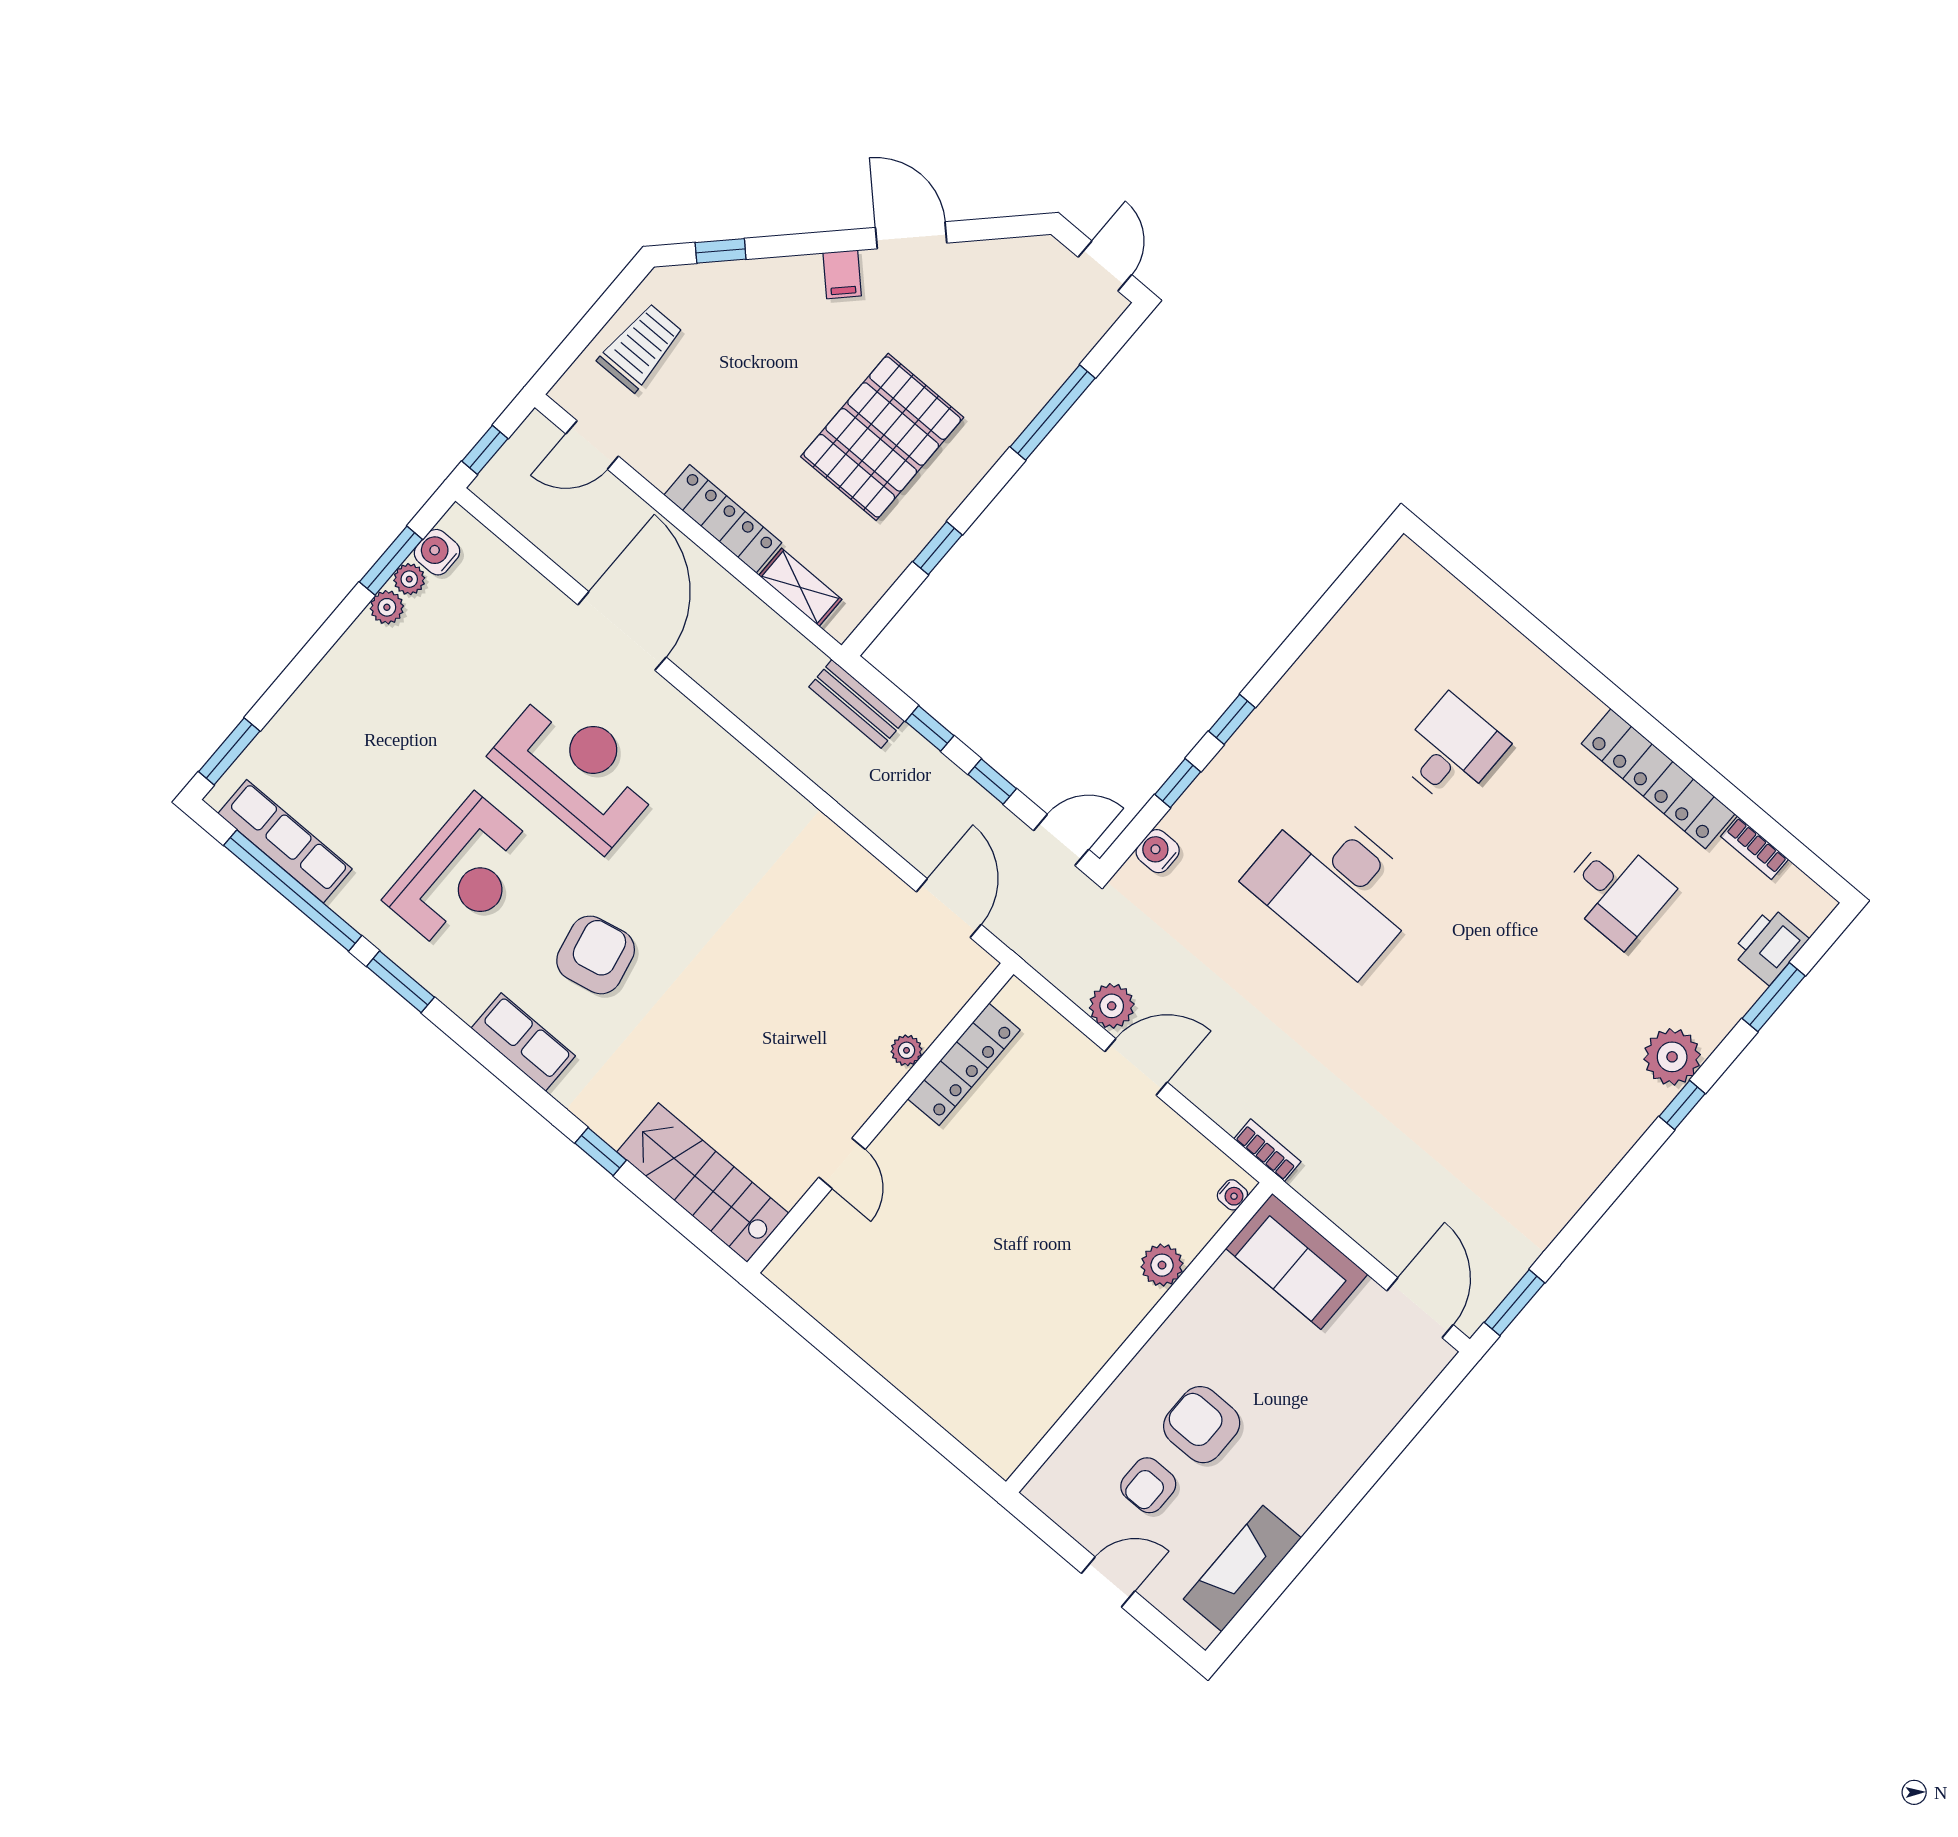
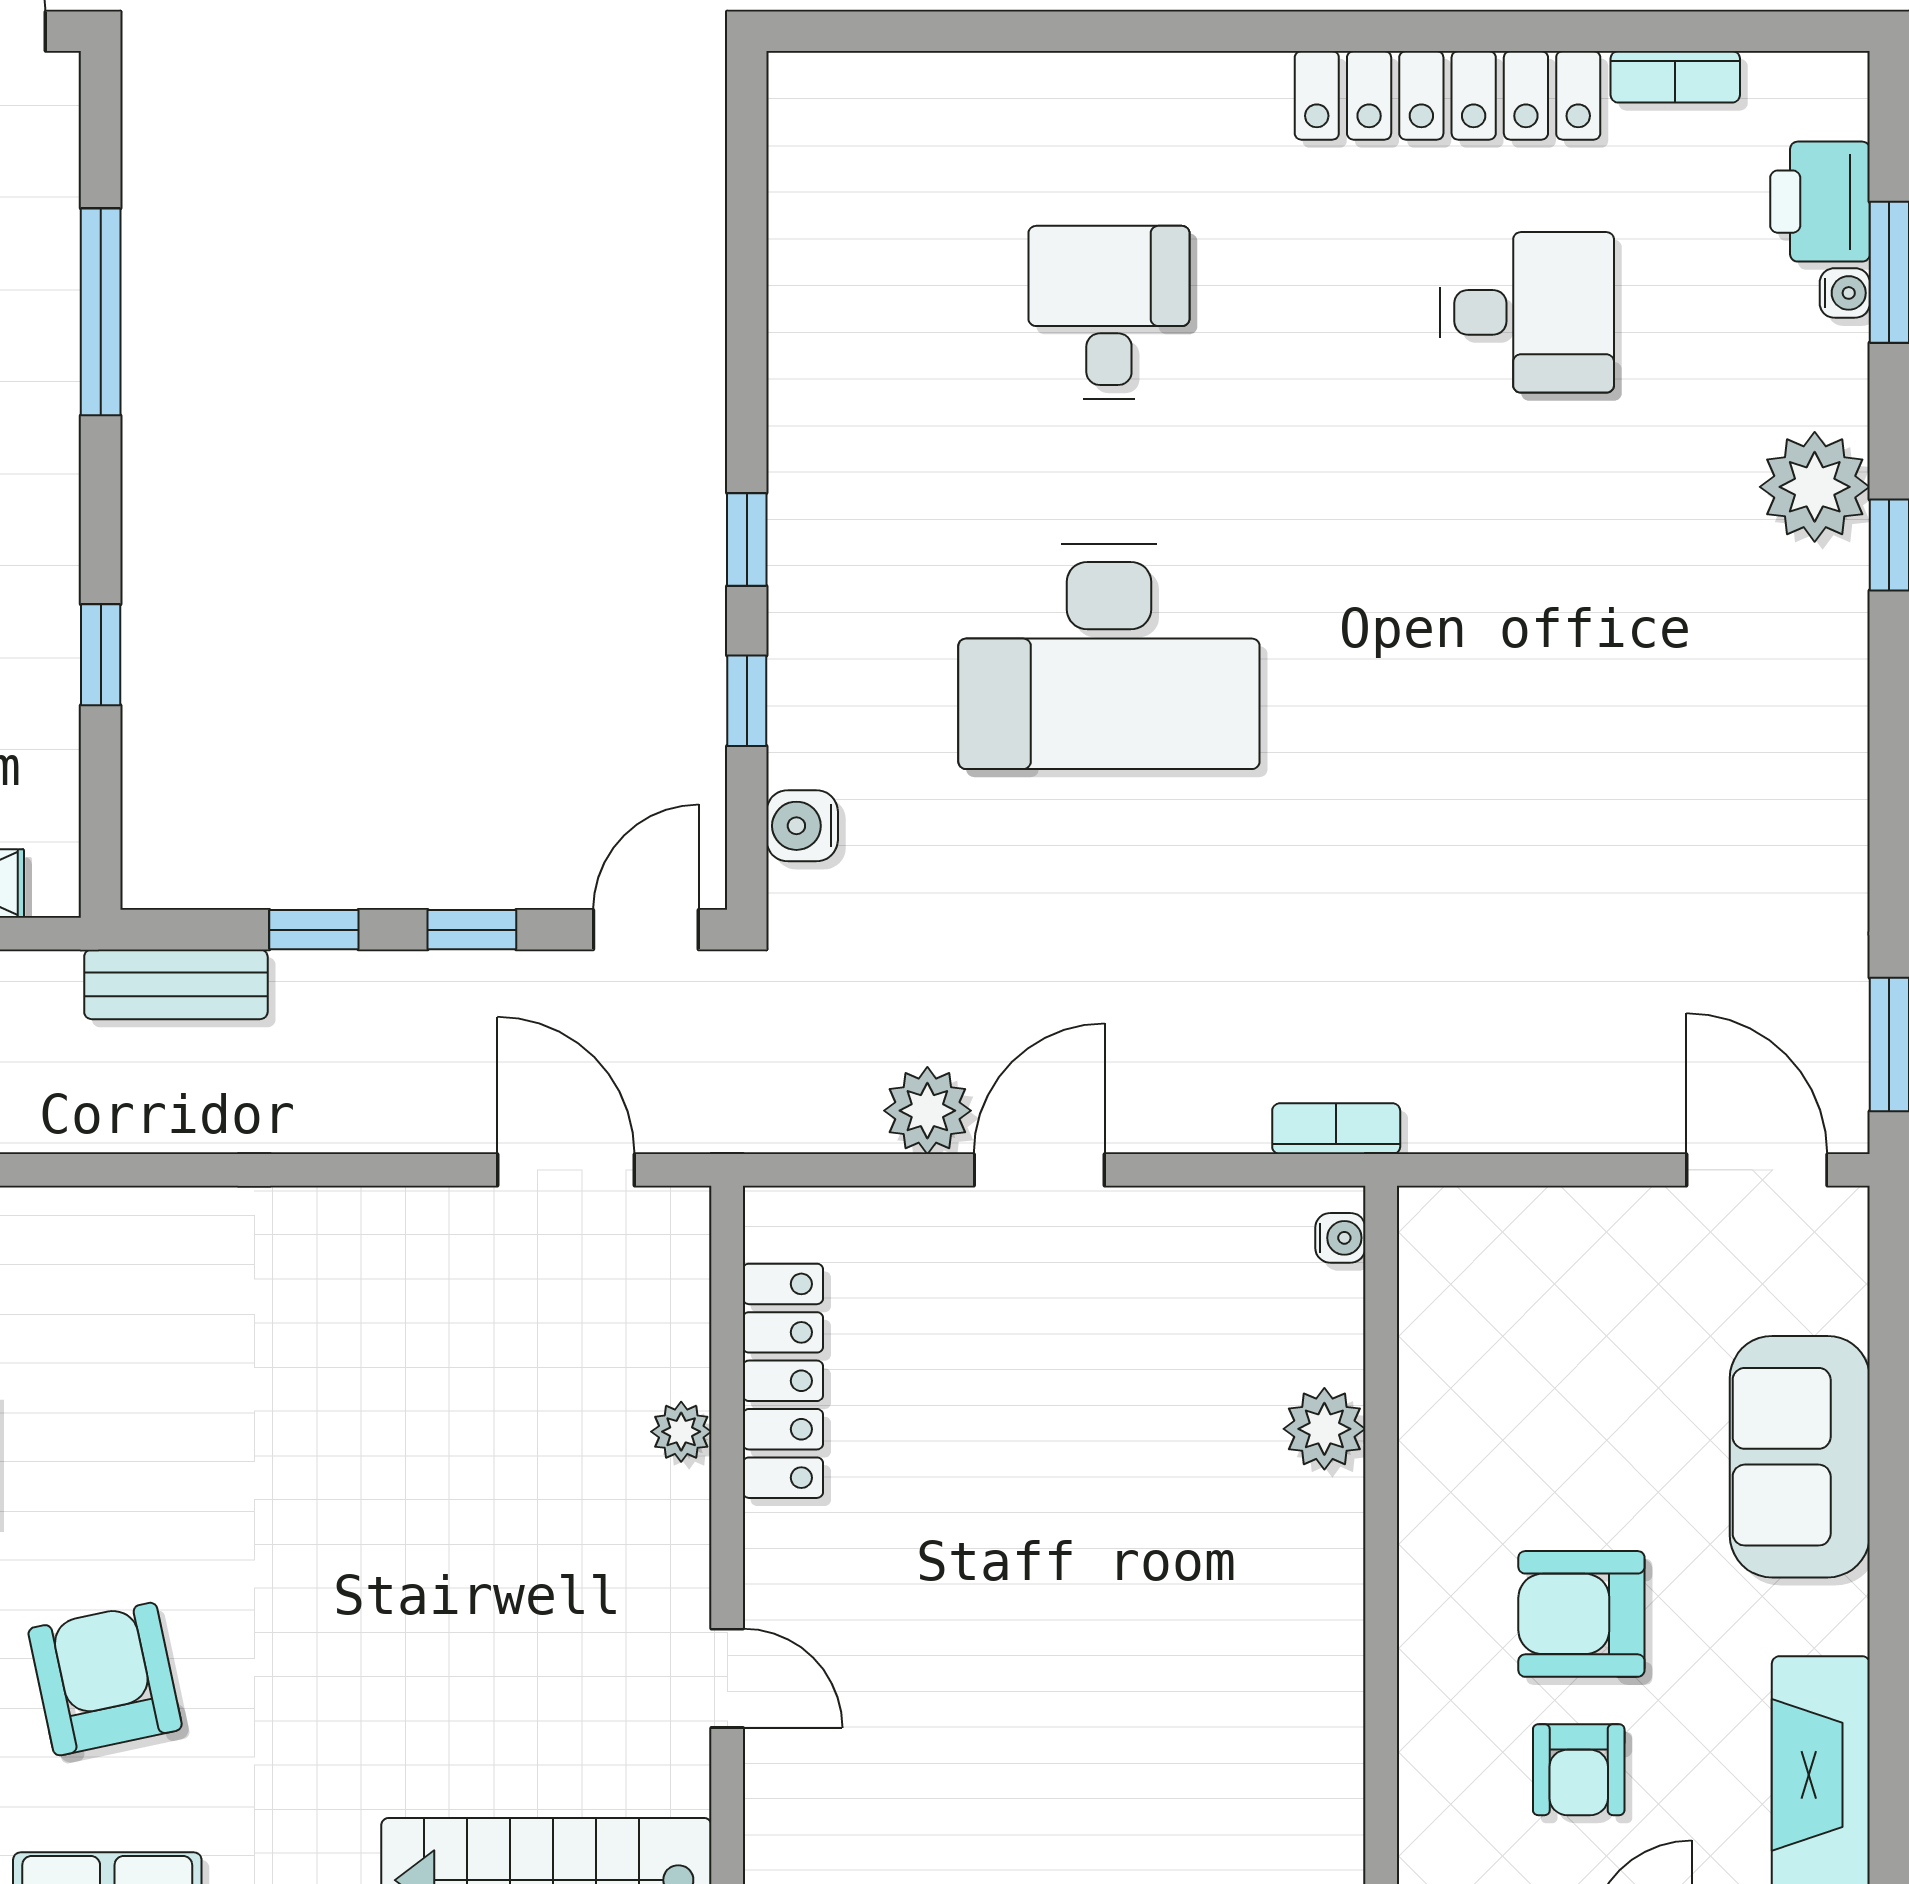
water cooler: (1749, 990) -> (1845, 293), added
sofa: (1297, 1261) -> (1800, 1457), moved, turned 90

